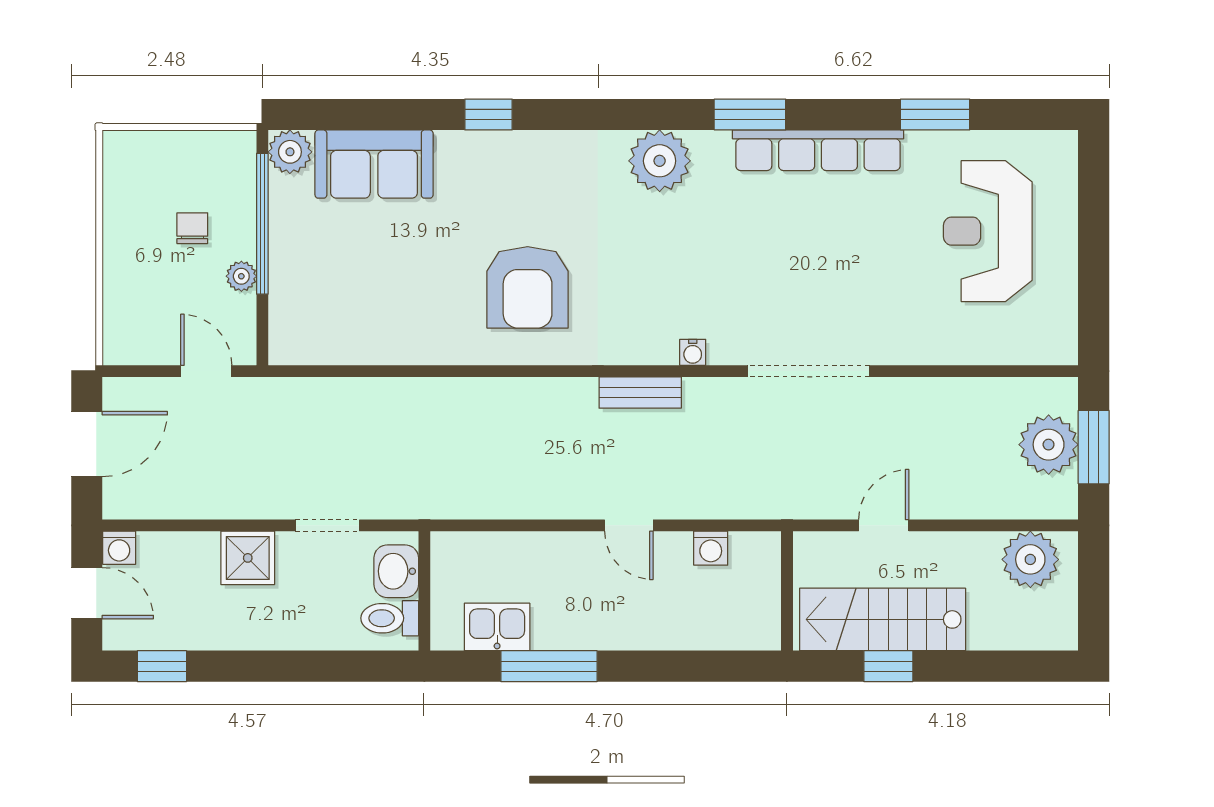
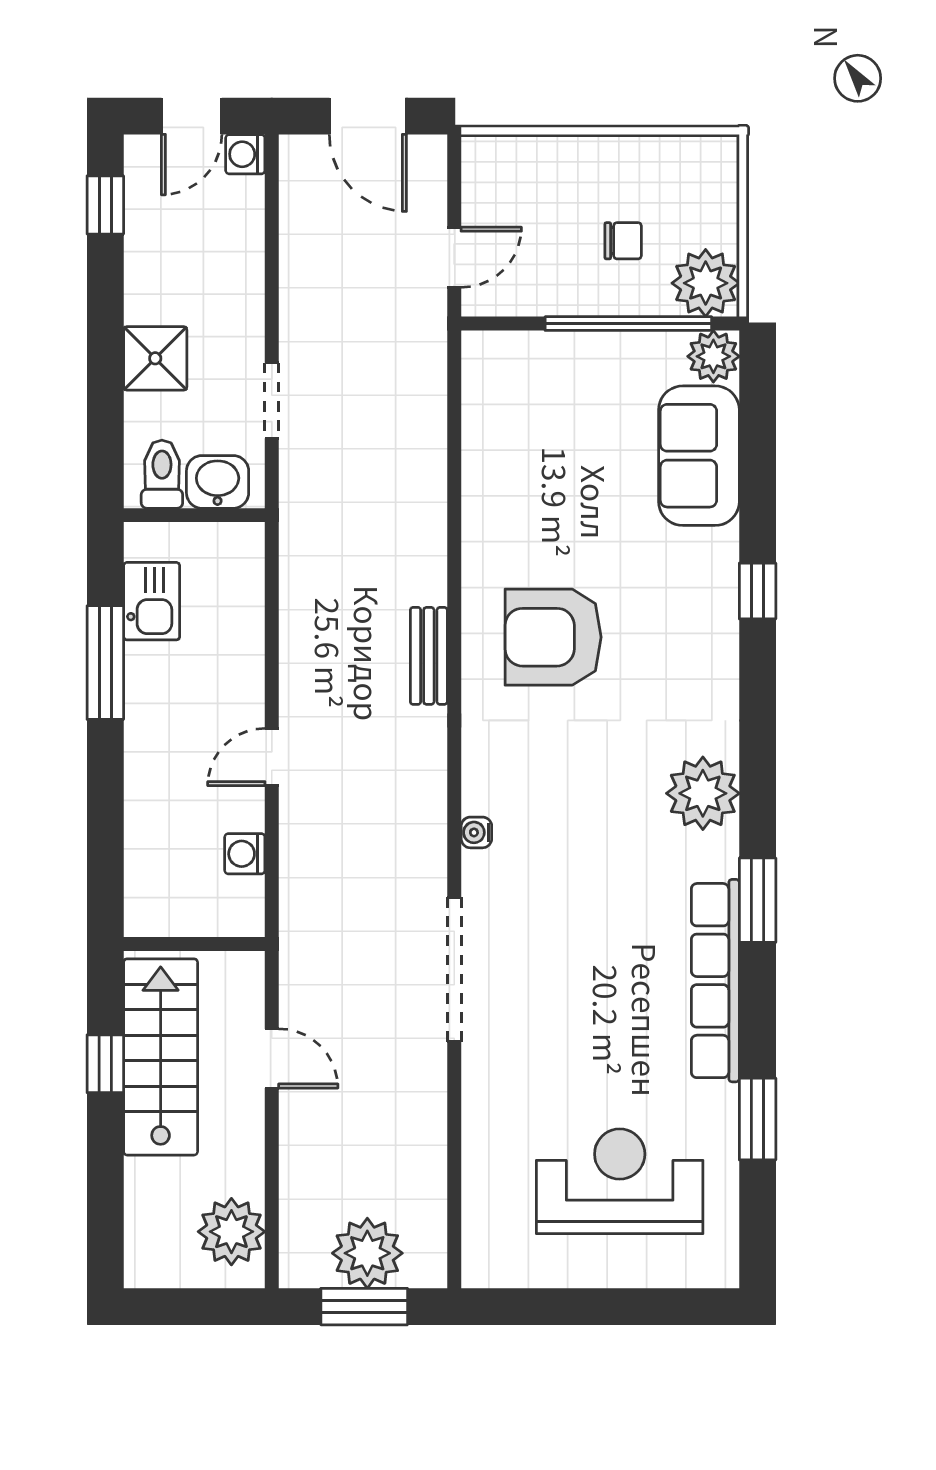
plant: (241, 276) -> (706, 283), moved, width x1.88, depth x1.88
bench: (640, 393) -> (429, 656), moved
shower: (248, 558) -> (155, 358), moved

